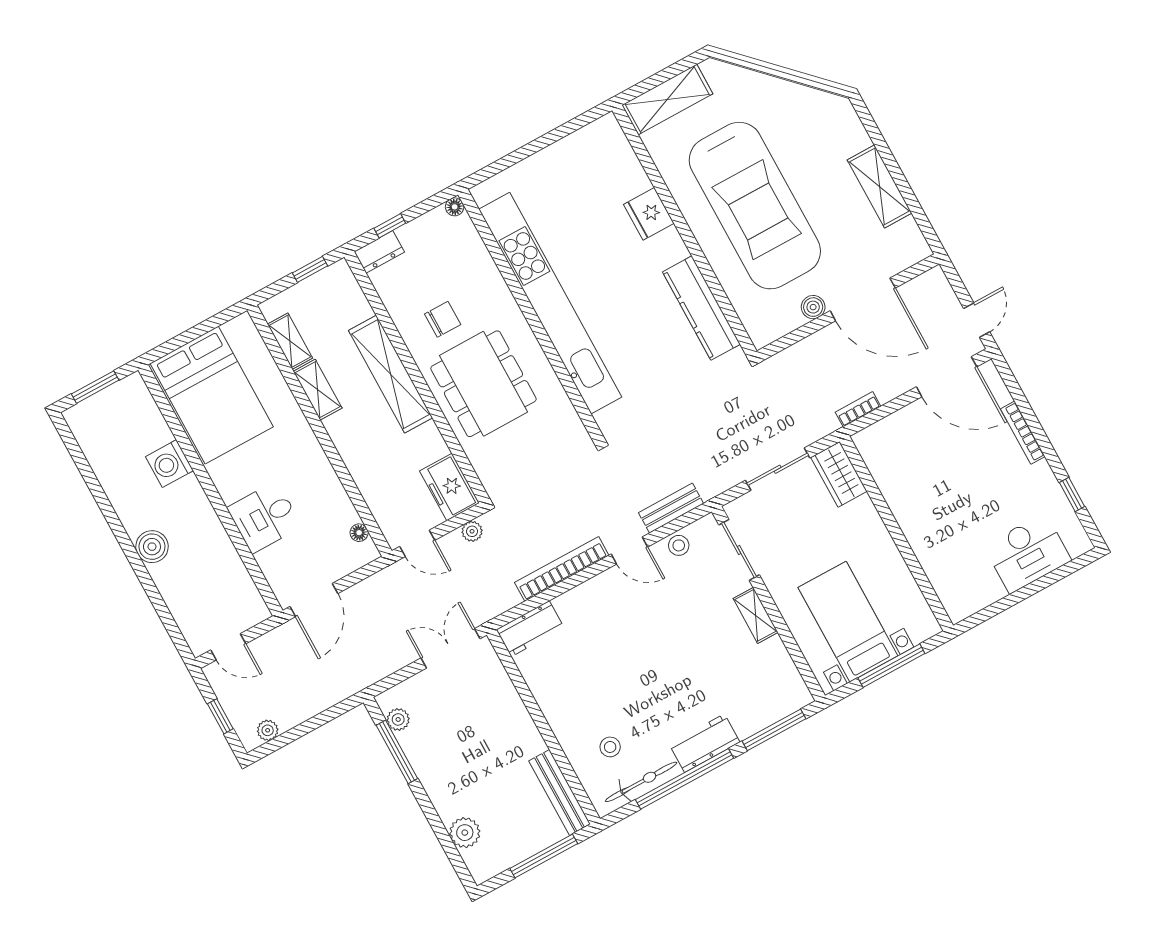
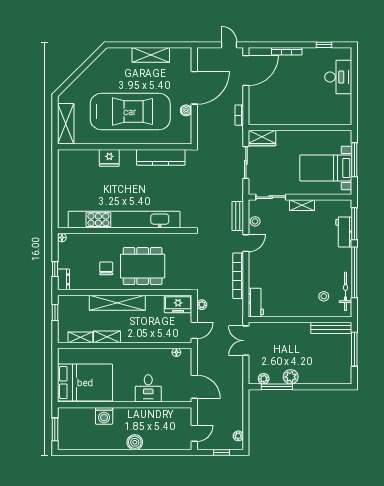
workbench: (705, 743) -> (344, 232), moved
plant: (465, 833) -> (291, 377), moved

